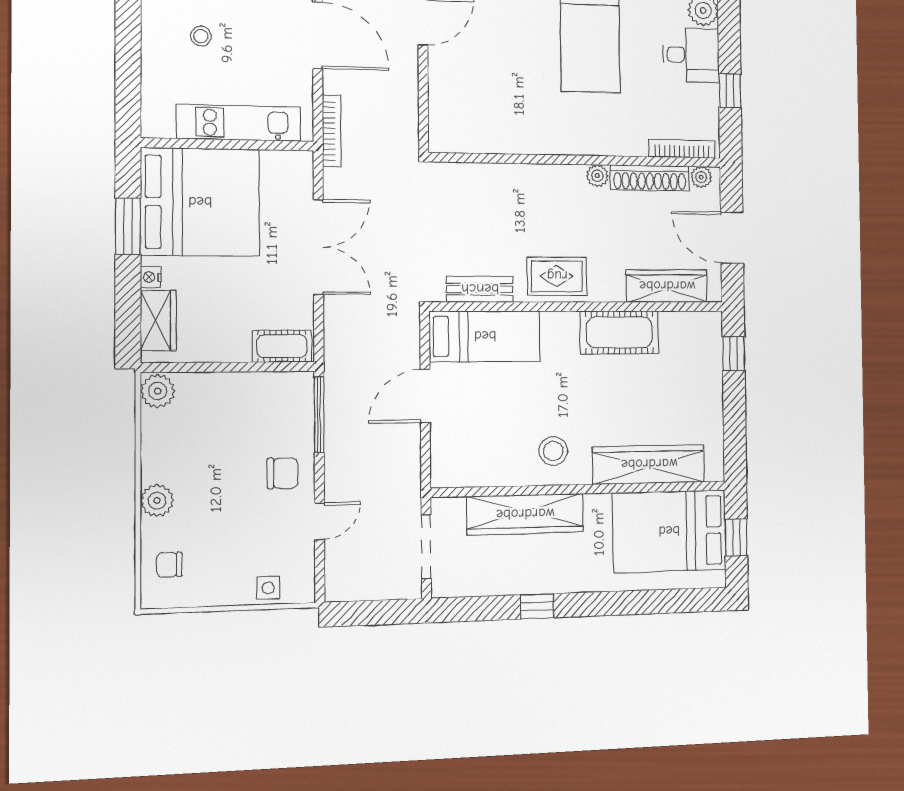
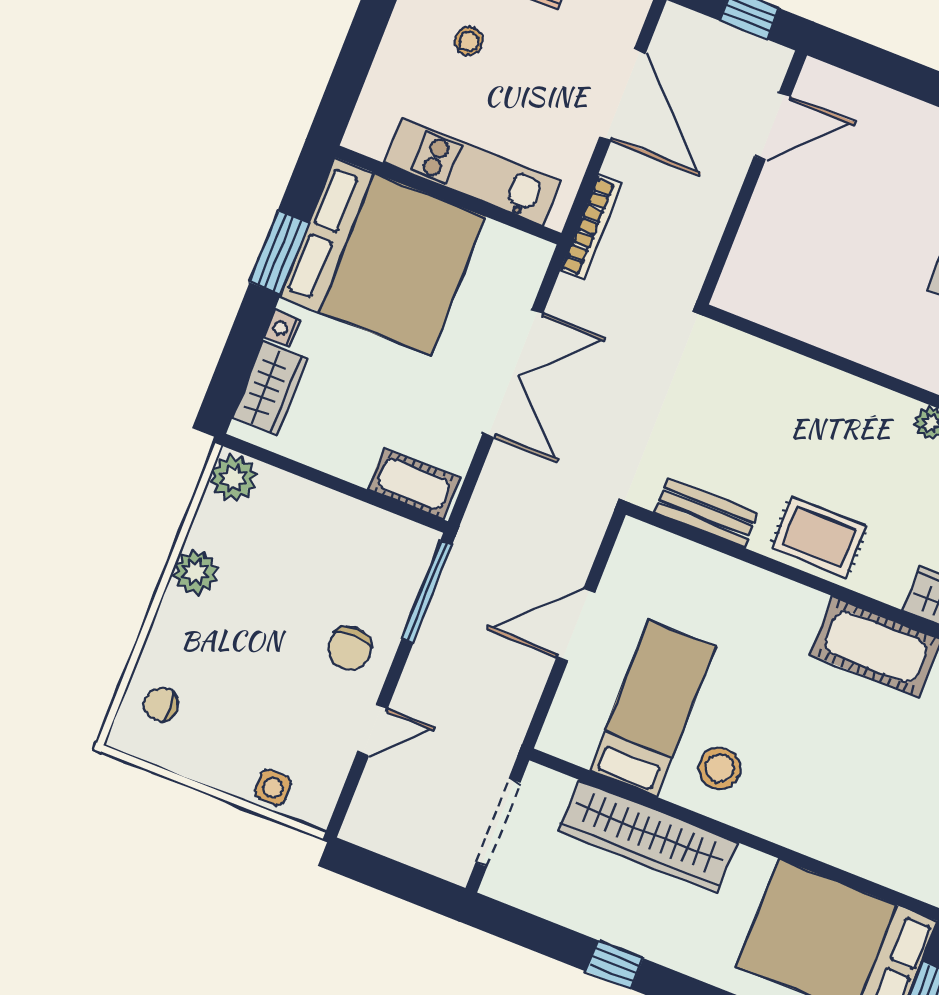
bed: (485, 336) -> (652, 708), moved, turned -90
wardrobe: (649, 464) -> (845, 842), removed
chair: (283, 473) -> (350, 648), turned 90
plant: (157, 501) -> (195, 572), moved

